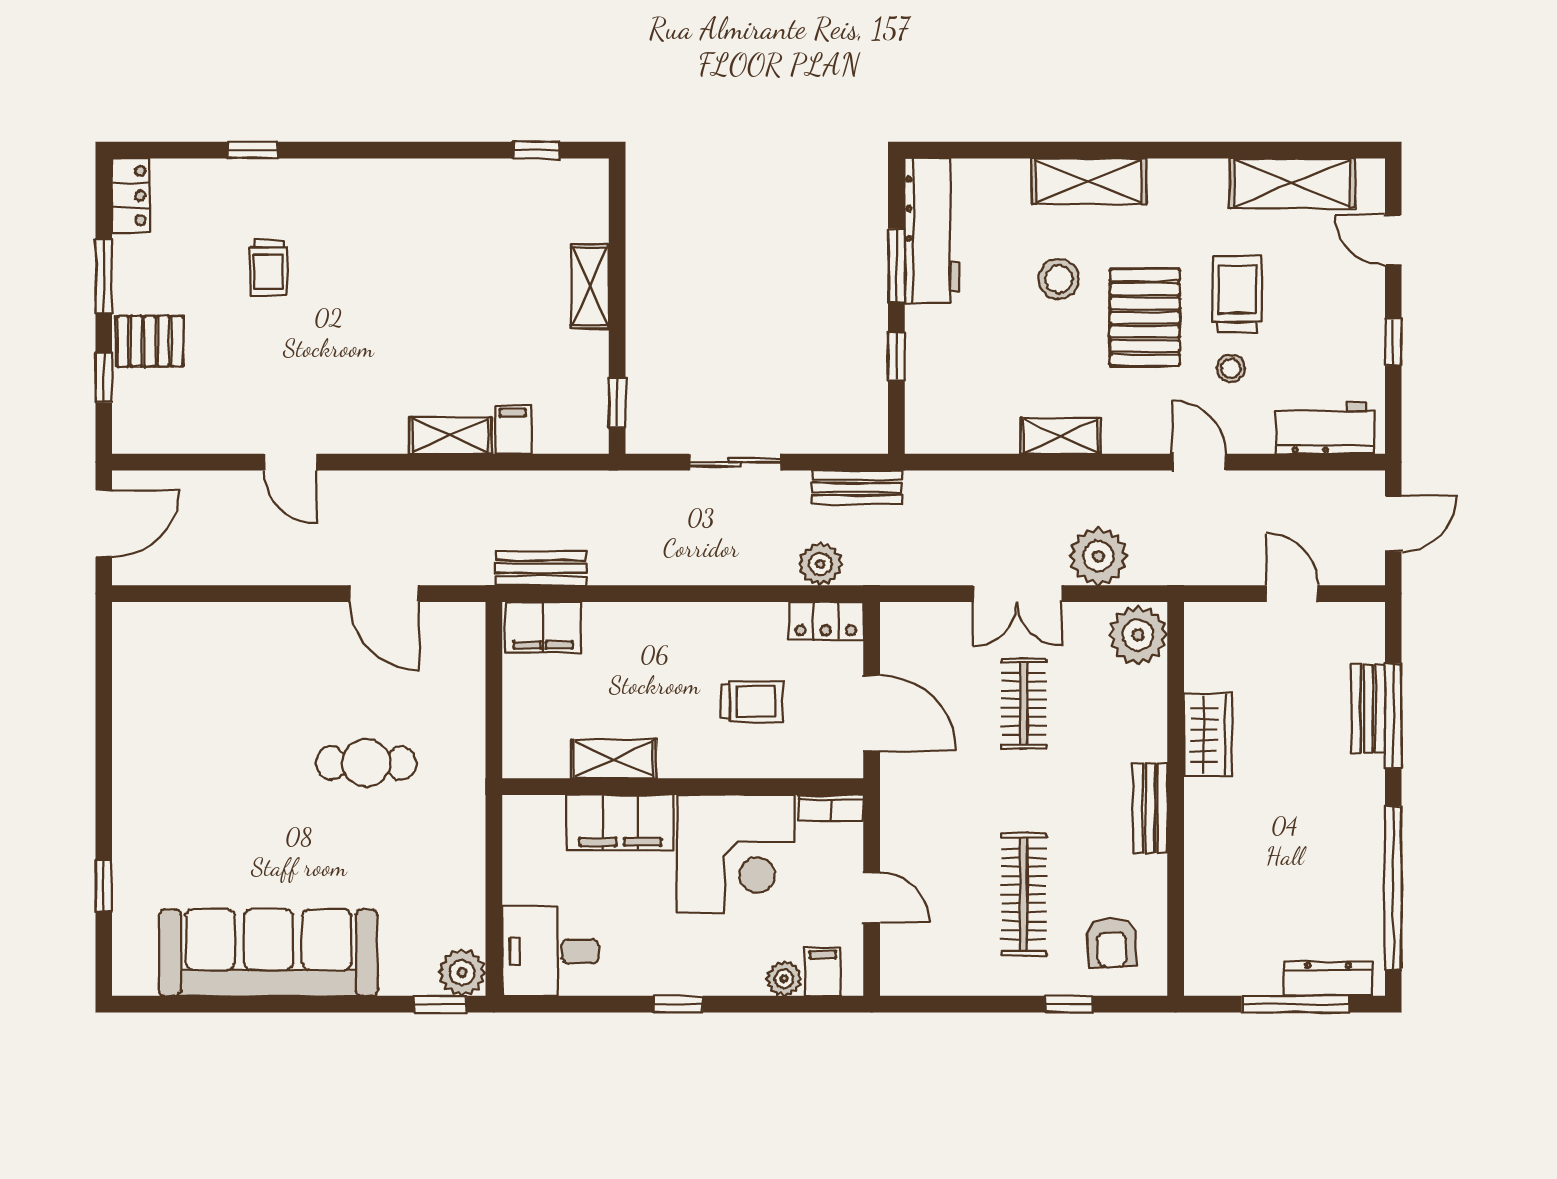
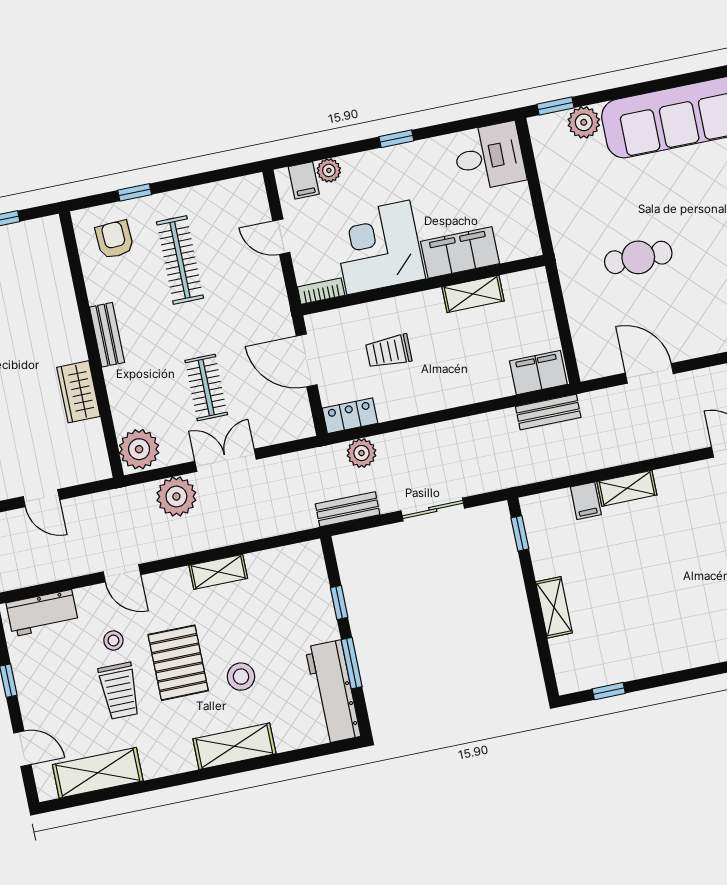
plant: (462, 973) -> (584, 122), moved

